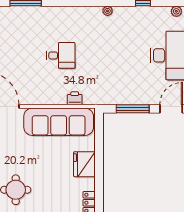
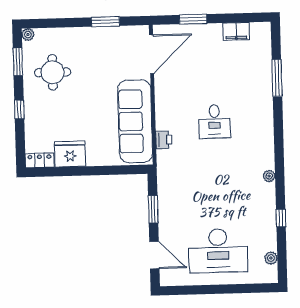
window: (133, 109) -> (153, 209), width x0.69
fridge: (84, 164) -> (70, 154), moved

